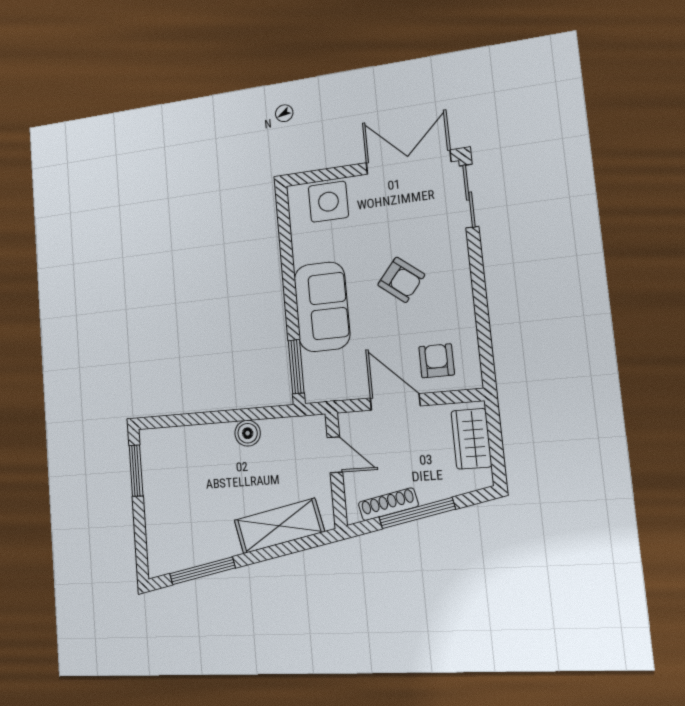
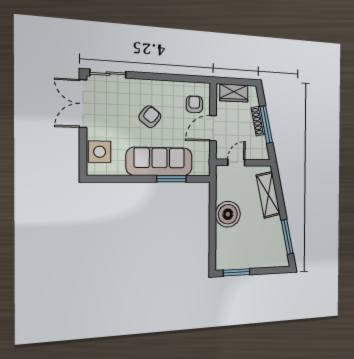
sofa: (322, 307) -> (159, 162), width x1.36
armchair: (437, 361) -> (194, 104), turned 90
window: (296, 367) -> (172, 179), moved
boiler: (248, 433) -> (228, 214), width x1.86, depth x1.86
shoe rack: (388, 504) -> (258, 121), moved

